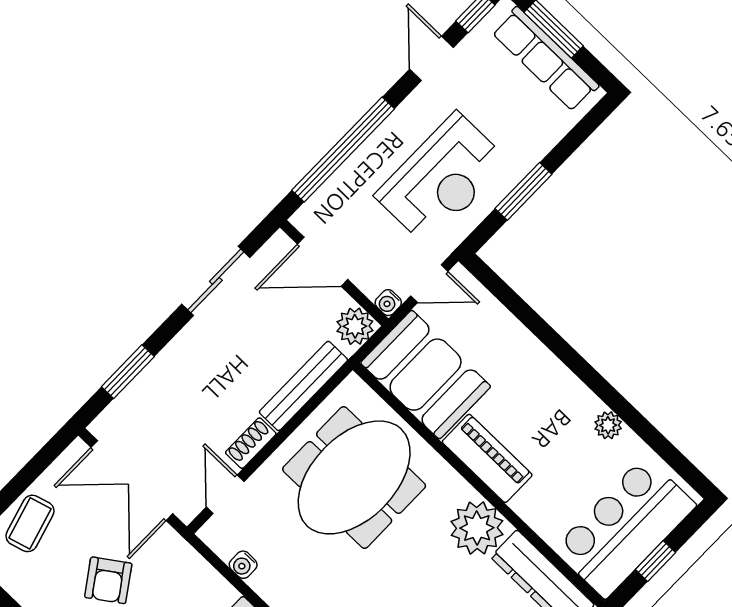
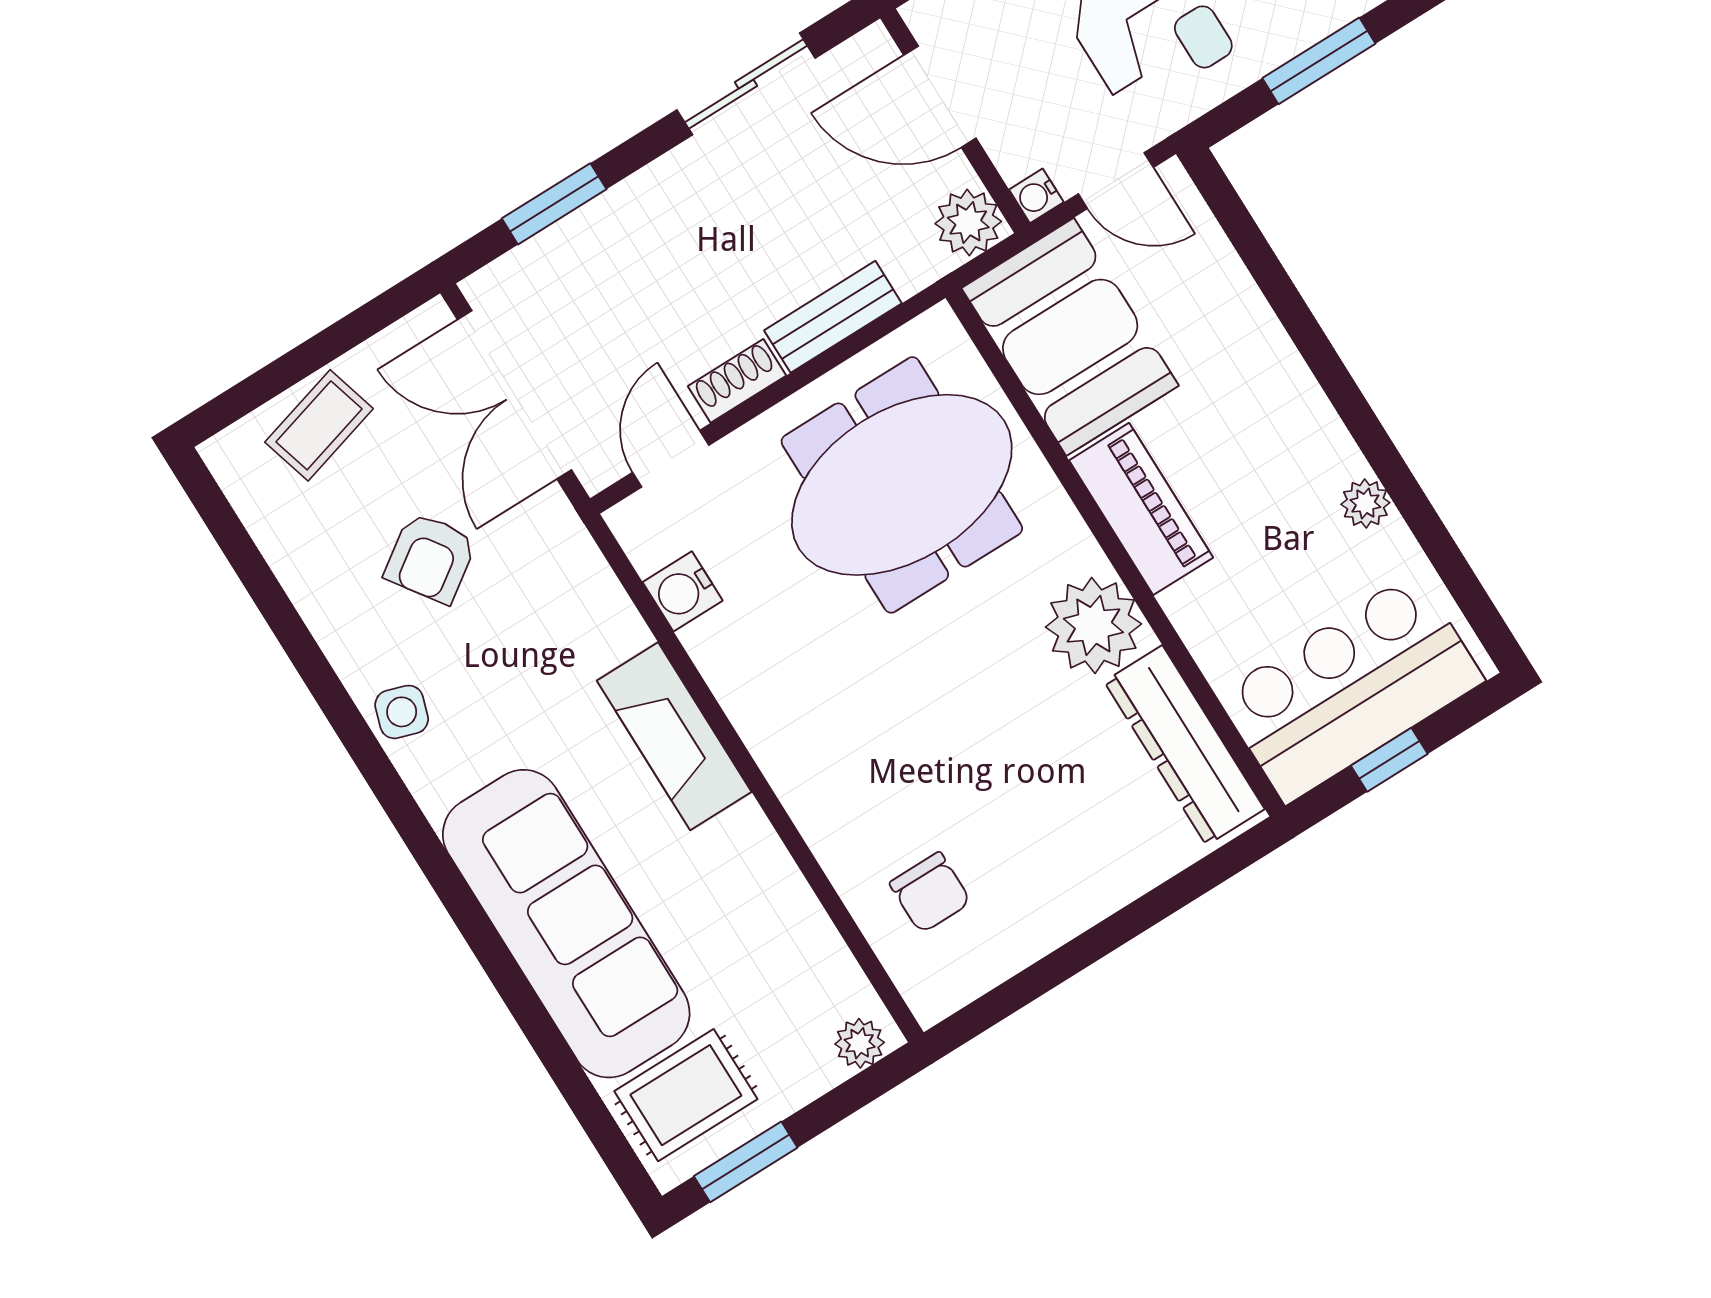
bench: (303, 386) -> (833, 317), width x0.73
water cooler: (243, 565) -> (683, 591), width x1.38, depth x1.38

